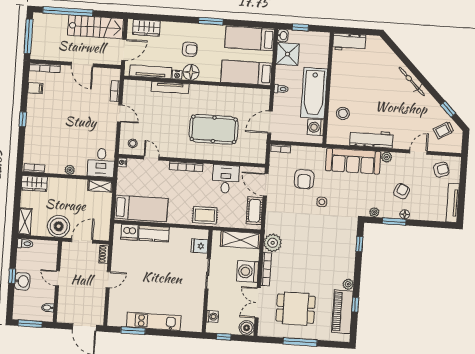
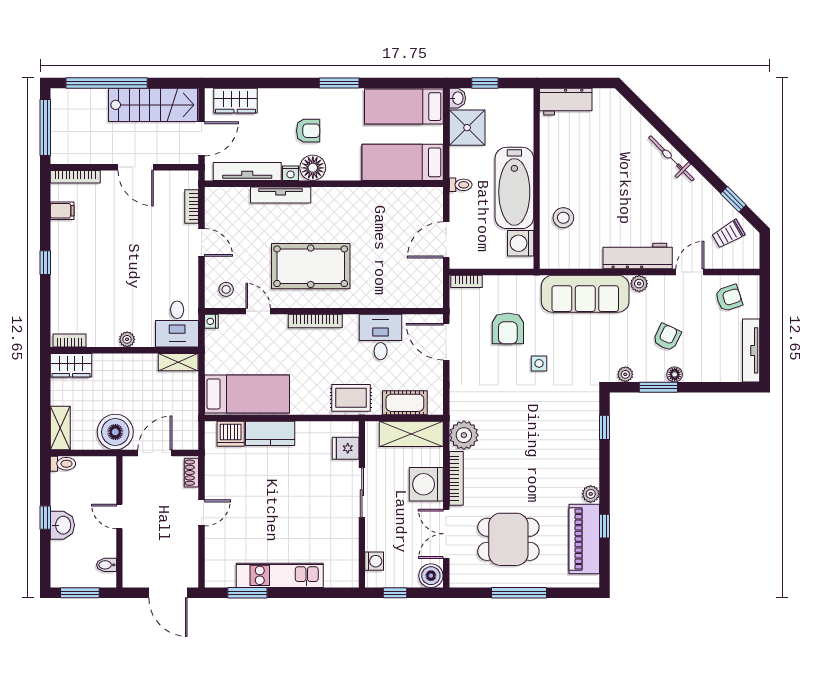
pool table: (214, 129) -> (311, 266), moved
workbench: (371, 139) -> (638, 256), moved
cot: (255, 211) -> (405, 403), moved, turned 90

